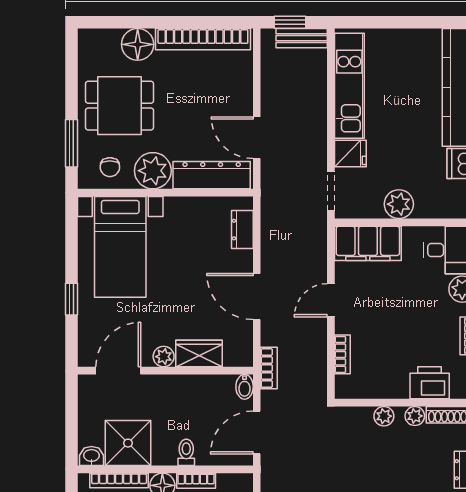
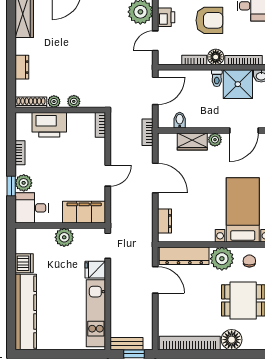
bookcase: (342, 354) -> (100, 125), moved
printer: (430, 383) -> (49, 125), width x1.37, depth x1.19
bidet: (245, 387) -> (180, 120), moved
toilet: (186, 452) -> (217, 78), moved

